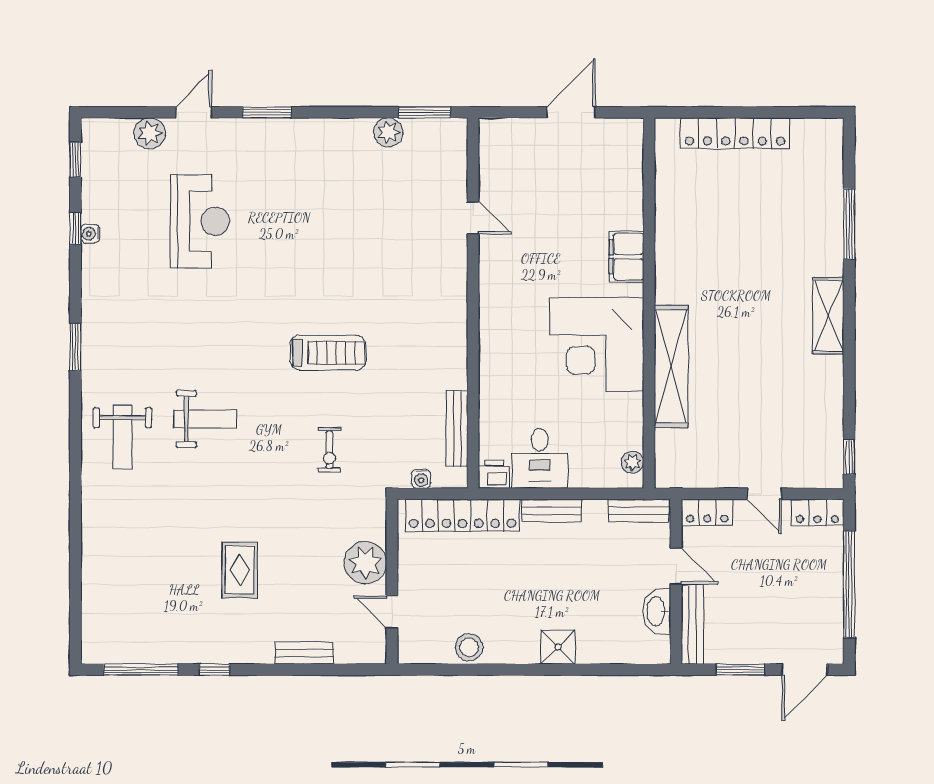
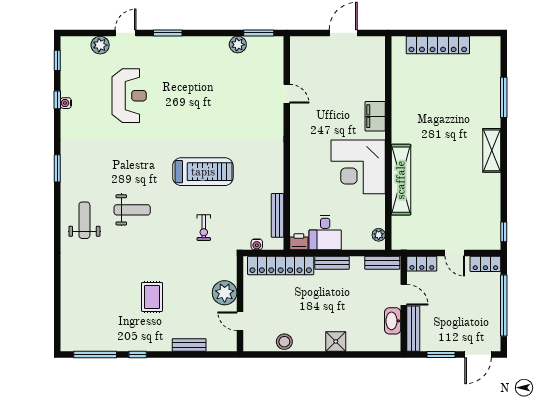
treadmill: (328, 353) -> (203, 172), width x1.37, depth x1.38
weight bench: (122, 437) -> (84, 220), turned 180

